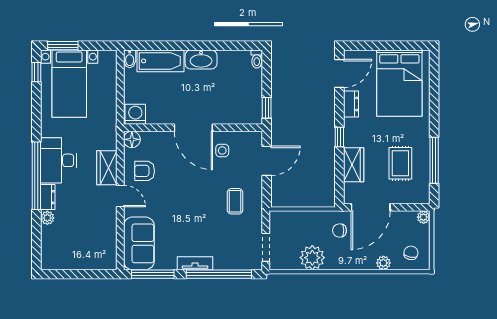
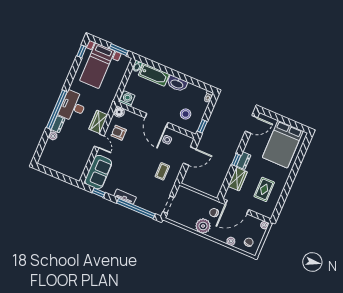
window: (63, 46) -> (119, 50), moved
stool: (233, 100) -> (186, 114), added
dresser: (351, 104) -> (244, 161), moved
window: (434, 160) -> (284, 196), removed
plant: (312, 258) -> (203, 226), moved
window: (153, 274) -> (99, 193), width x0.46

